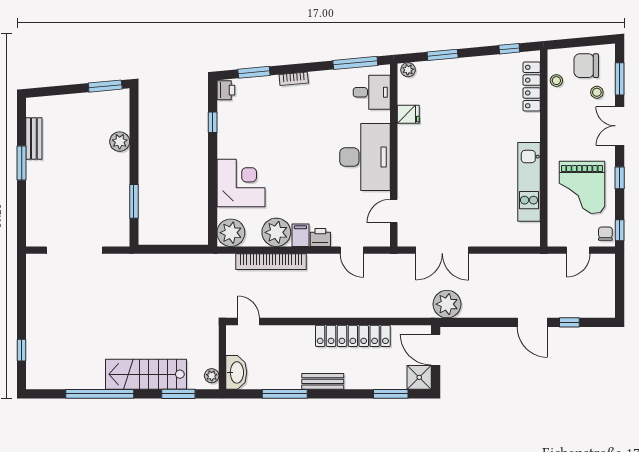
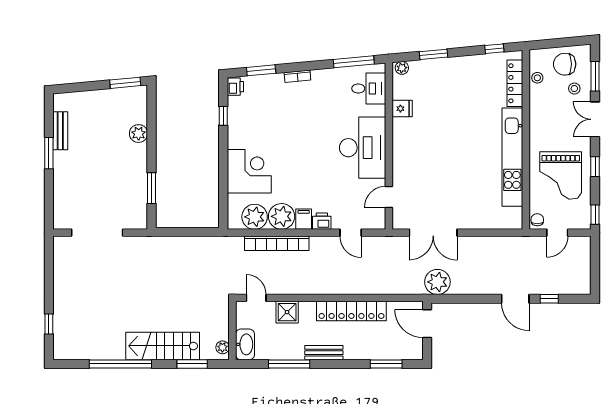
kitchen unit: (529, 182) -> (512, 157), width x1.36
plant: (231, 233) -> (255, 217), moved
chair: (605, 234) -> (537, 220), moved
shower: (419, 377) -> (287, 312), moved

